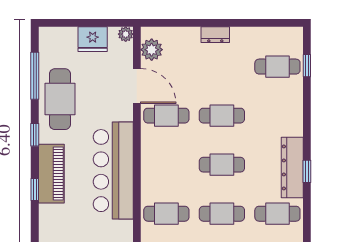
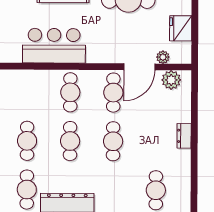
plant: (126, 34) -> (163, 57), moved
bar counter: (113, 171) -> (54, 46), width x0.73
cafe table: (166, 214) -> (70, 92), moved

